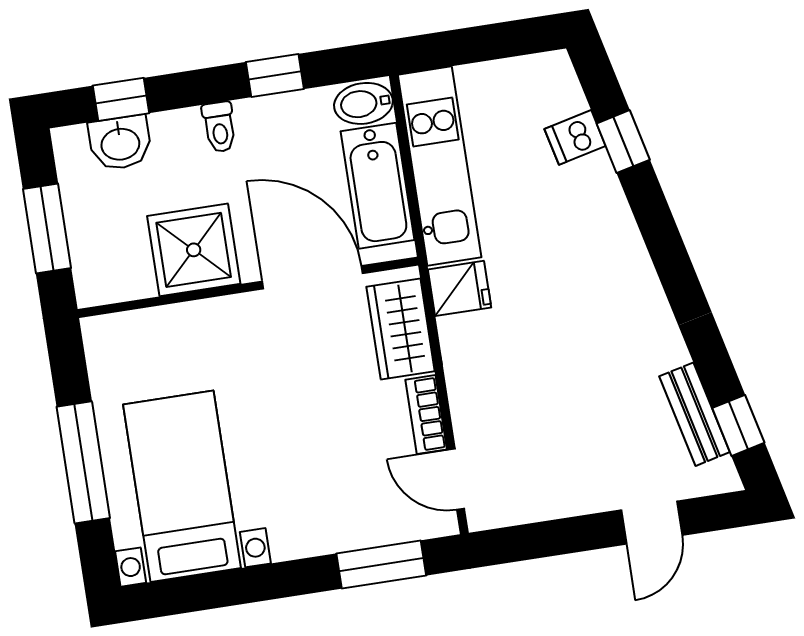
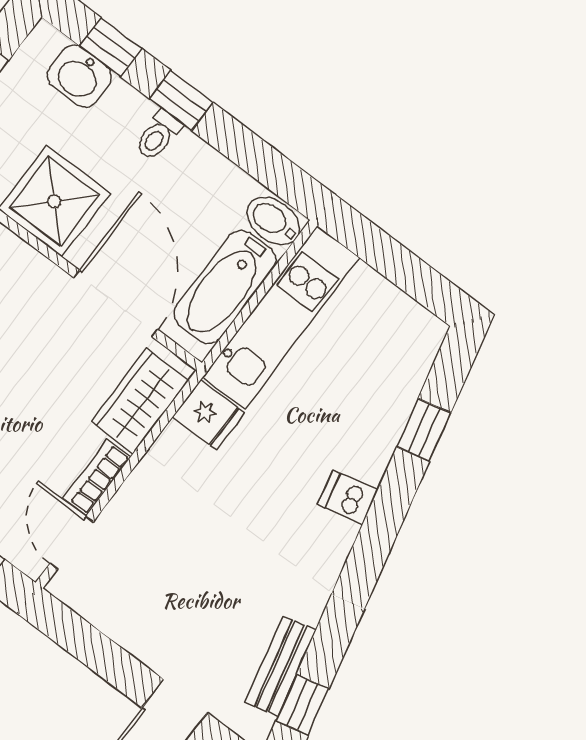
window: (275, 76) -> (181, 100), moved
dishwasher: (575, 137) -> (348, 497), moved

